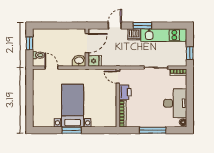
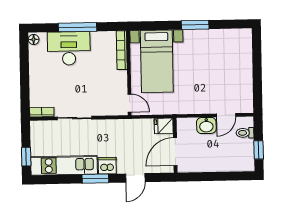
window: (190, 53) -> (26, 157), moved
washbasin: (79, 61) -> (206, 125), moved
door: (51, 68) -> (226, 115), hinge flipped
printer: (125, 92) -> (119, 81), removed
desk: (175, 103) -> (69, 48), moved, turned 90
bed with nightstands: (73, 106) -> (157, 61), moved

